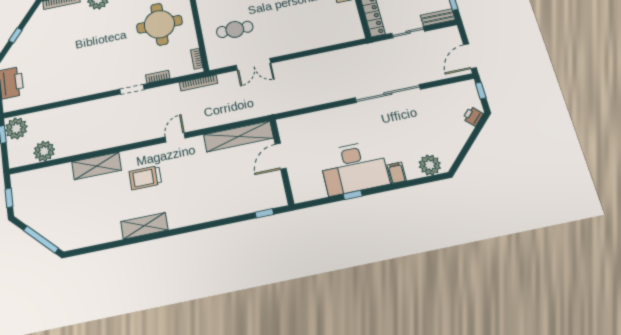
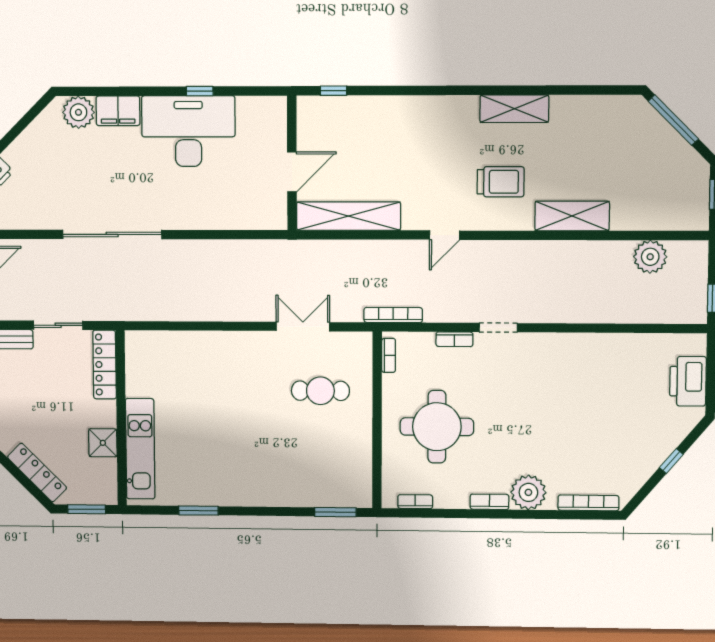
plant: (16, 128) -> (689, 303), removed
filing cabinet: (397, 173) -> (118, 111), width x2.00

